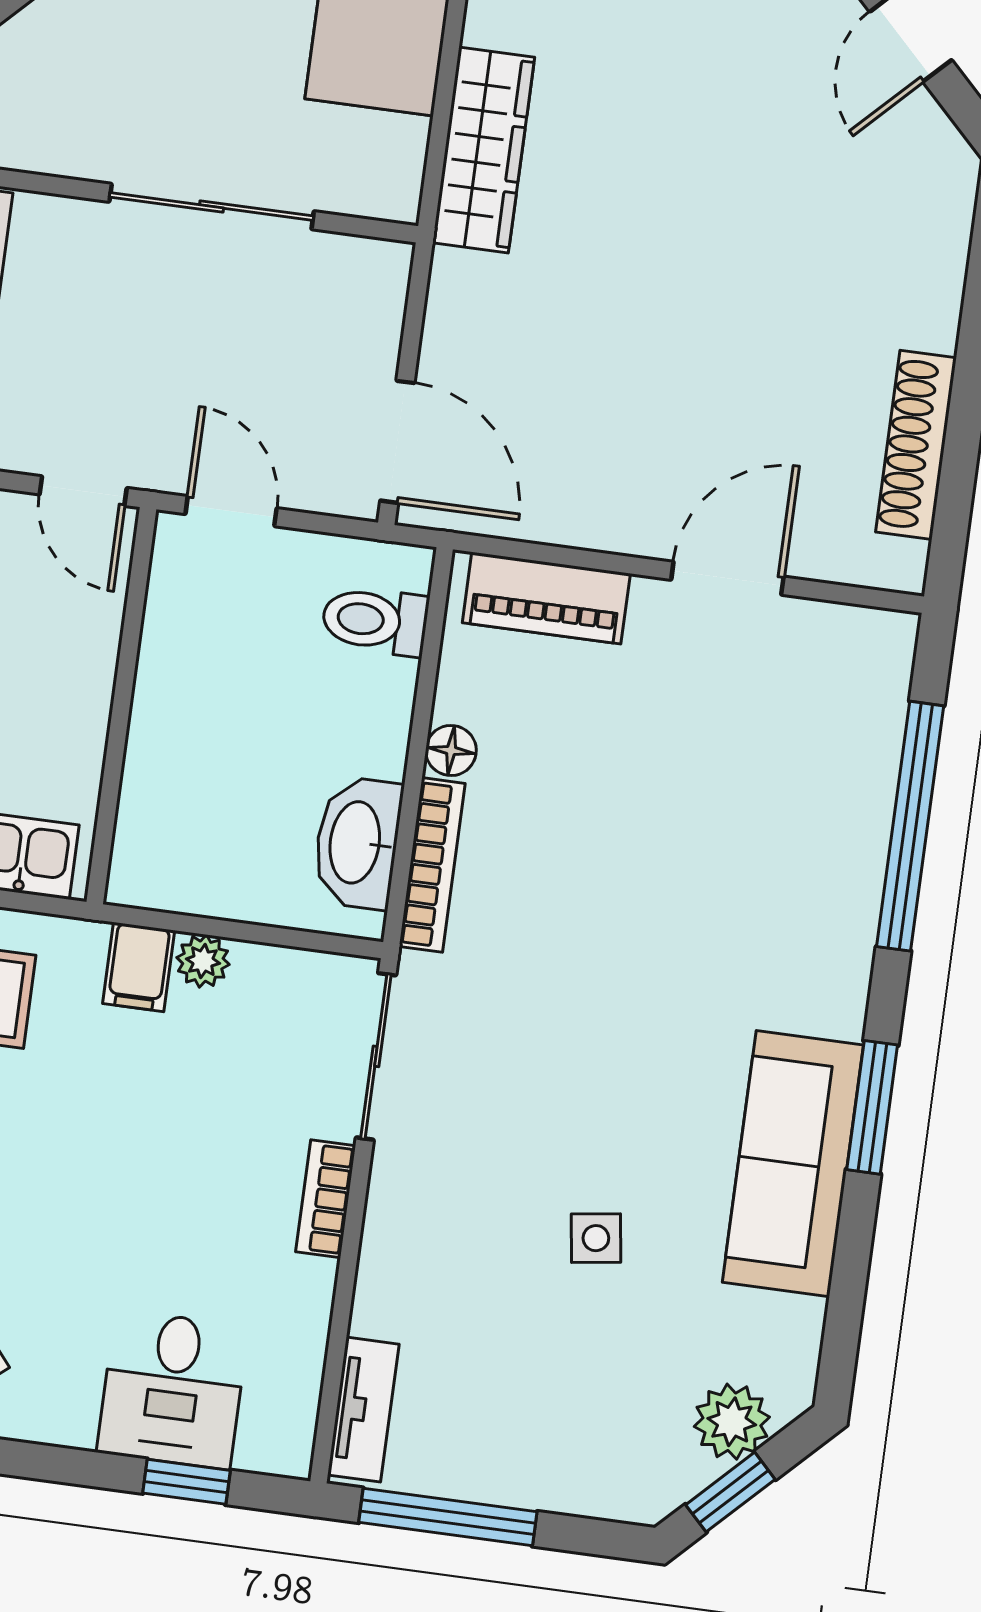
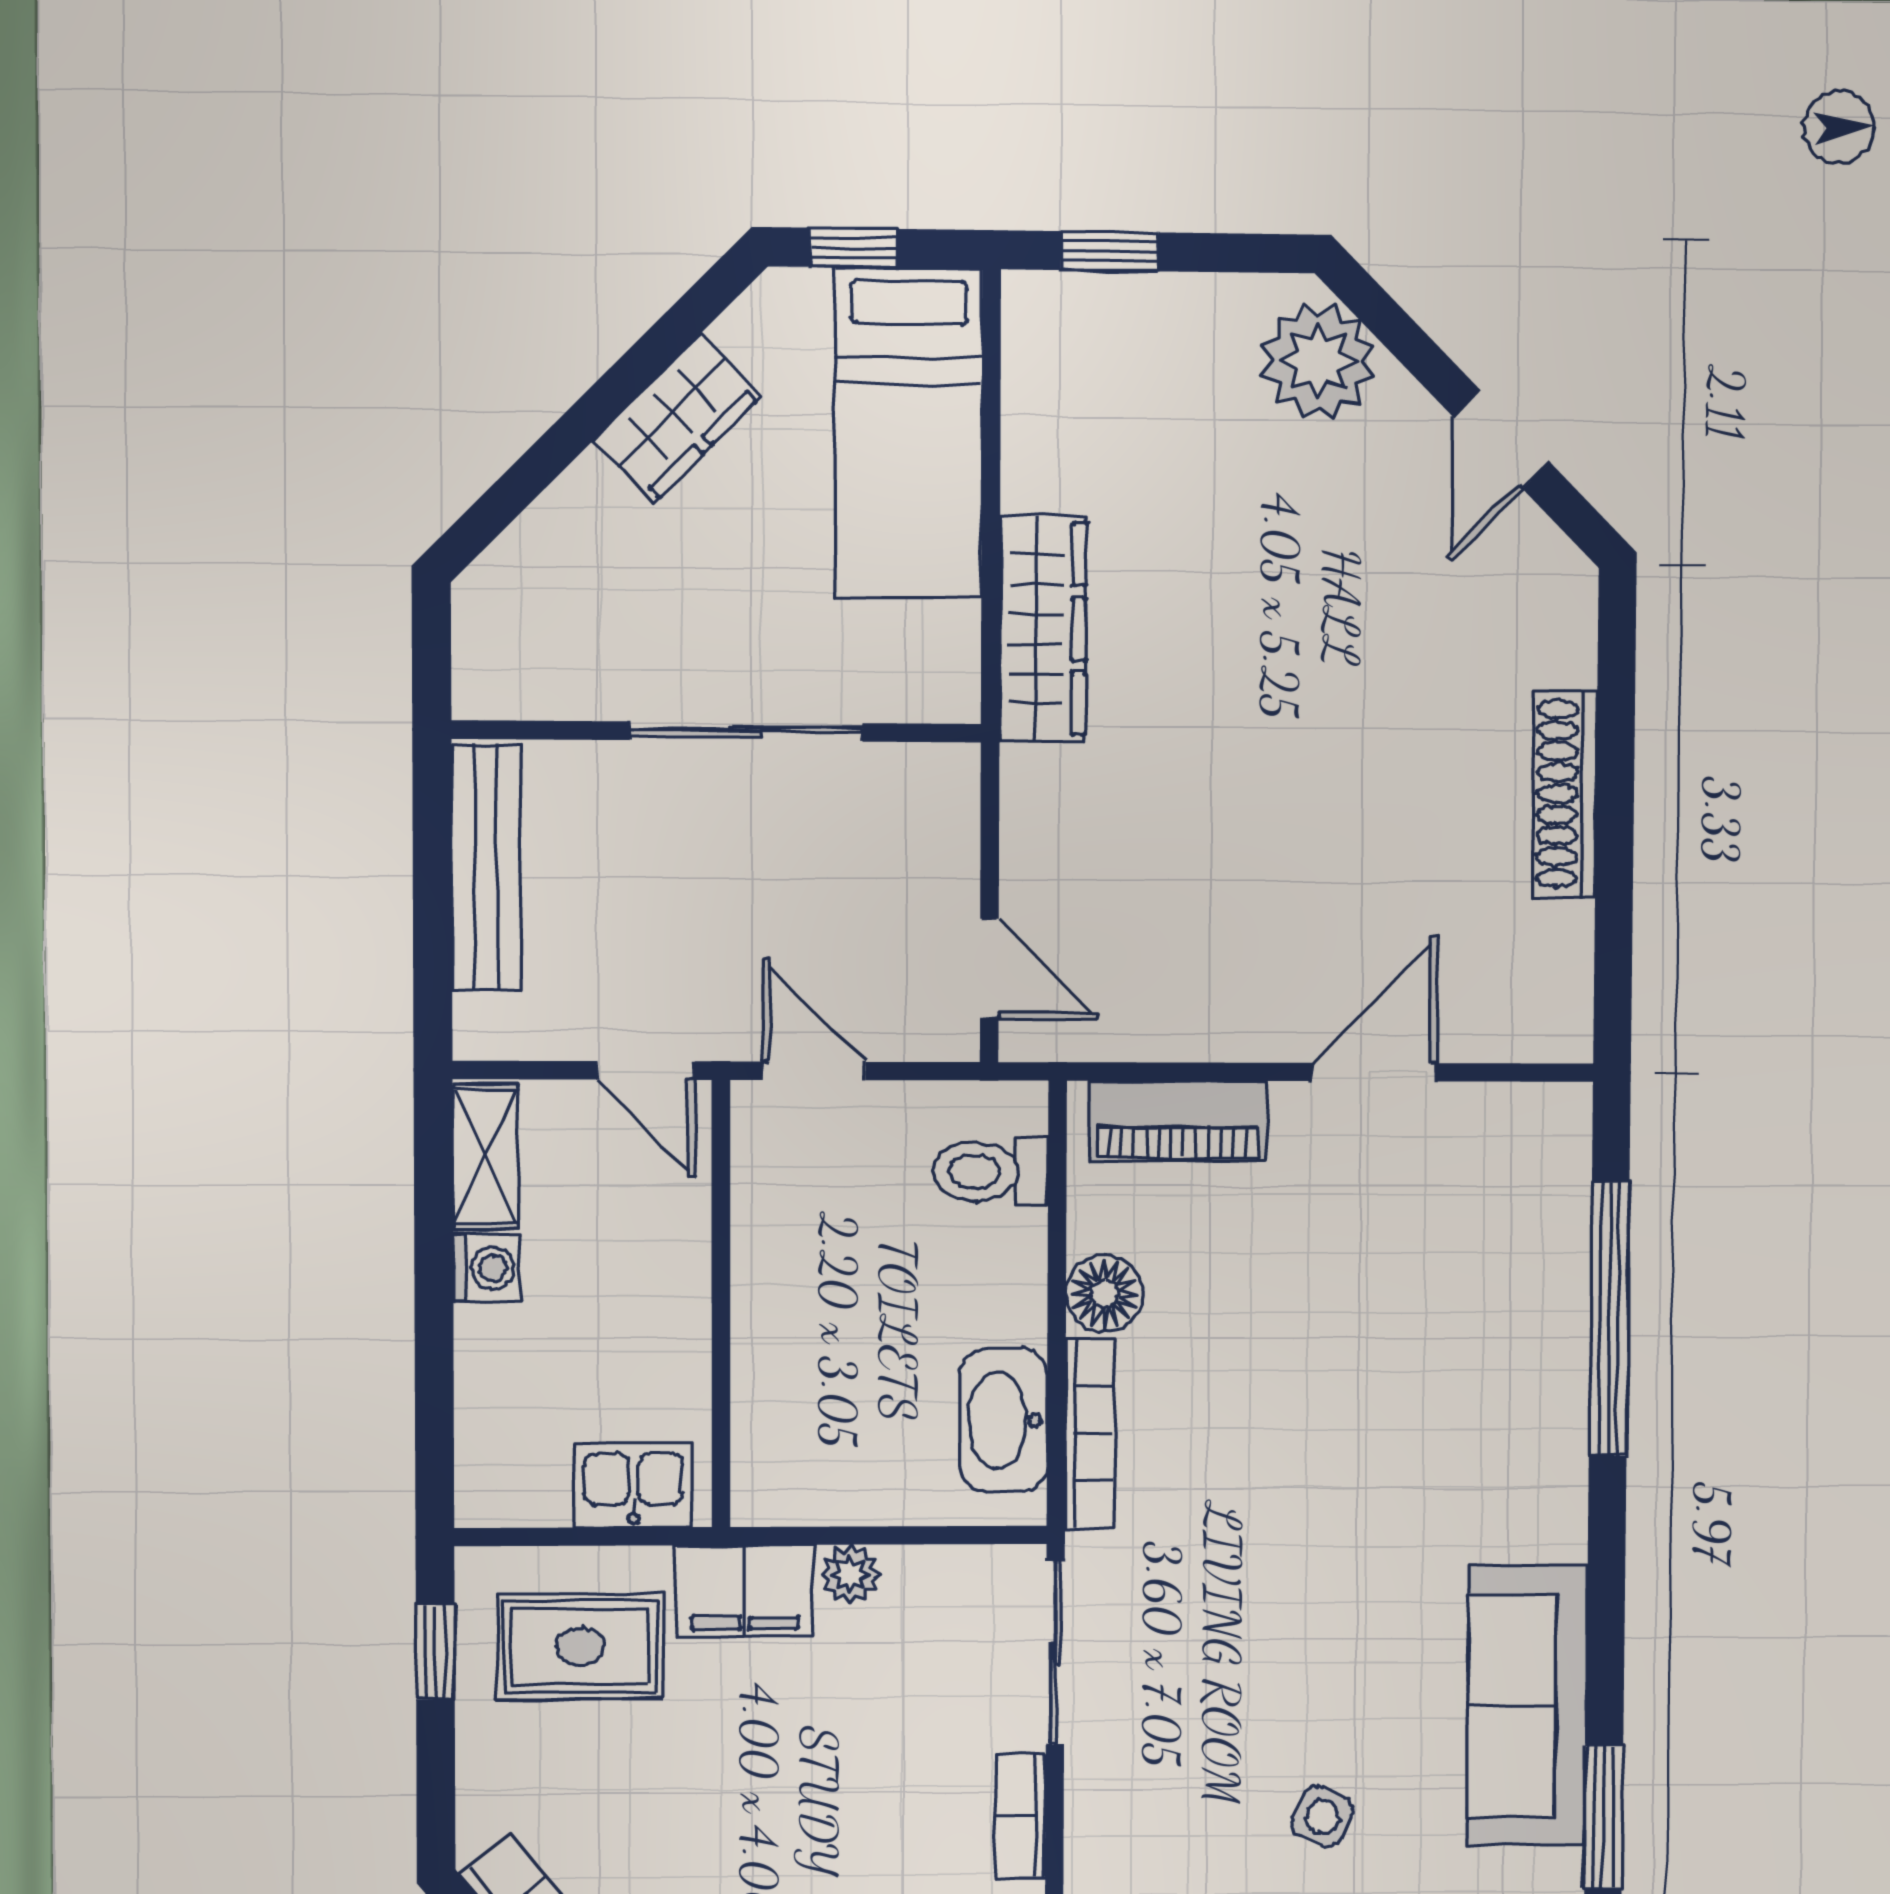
door: (397, 442) -> (989, 969), width x0.73
shoe rack: (916, 445) -> (1565, 794), moved
floor lamp: (451, 750) -> (1104, 1294), width x1.37, depth x1.37
filing cabinet: (139, 967) -> (745, 1591), width x2.00
window: (872, 1107) -> (1604, 1817), moved
side table: (596, 1238) -> (1322, 1817), turned 33

